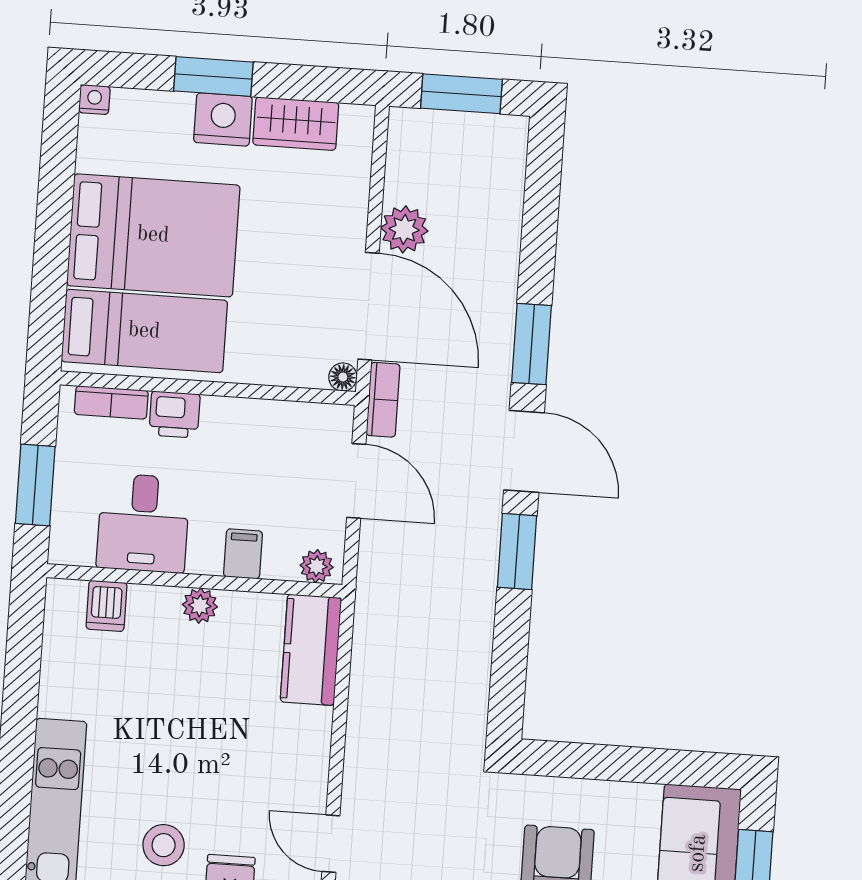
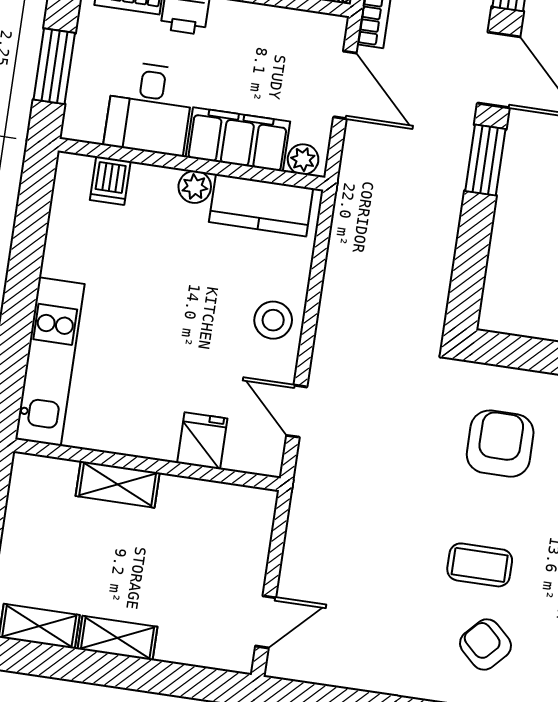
filing cabinet: (243, 554) -> (238, 139), width x3.00, depth x1.17
kitchen counter: (311, 650) -> (261, 205), moved, turned -90
stool: (164, 845) -> (273, 320), moved

